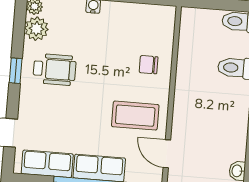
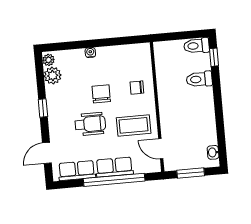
chair: (98, 65) -> (101, 94), added
wheelchair: (55, 69) -> (90, 124), moved

